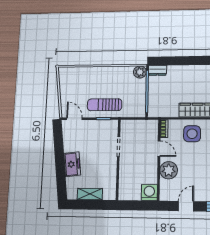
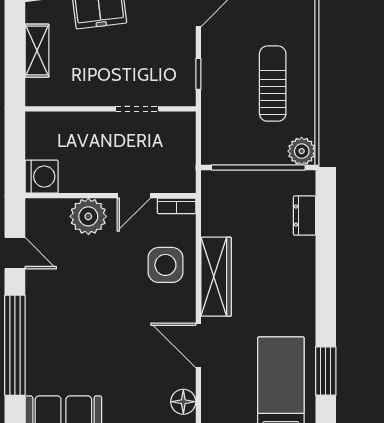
dresser: (158, 70) -> (305, 216), moved
sun lounger: (105, 105) -> (273, 84), moved

